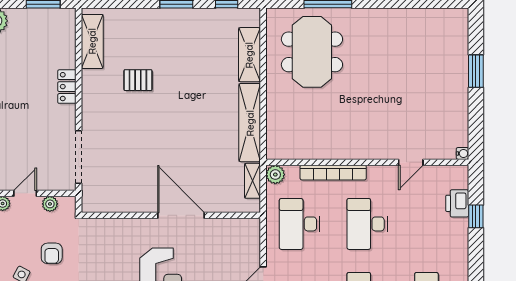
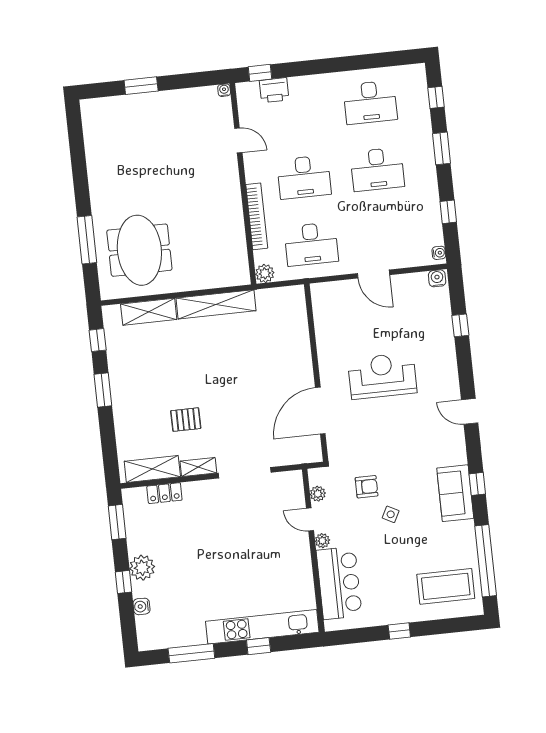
meeting table: (312, 52) -> (139, 250), turned 90
pallet: (138, 80) -> (186, 420), turned 90
locker: (67, 87) -> (164, 493), moved
doorway: (79, 157) -> (245, 473), moved
shelving: (252, 181) -> (198, 467), moved
door: (181, 215) -> (320, 411), moved
window: (476, 216) -> (260, 73), moved

